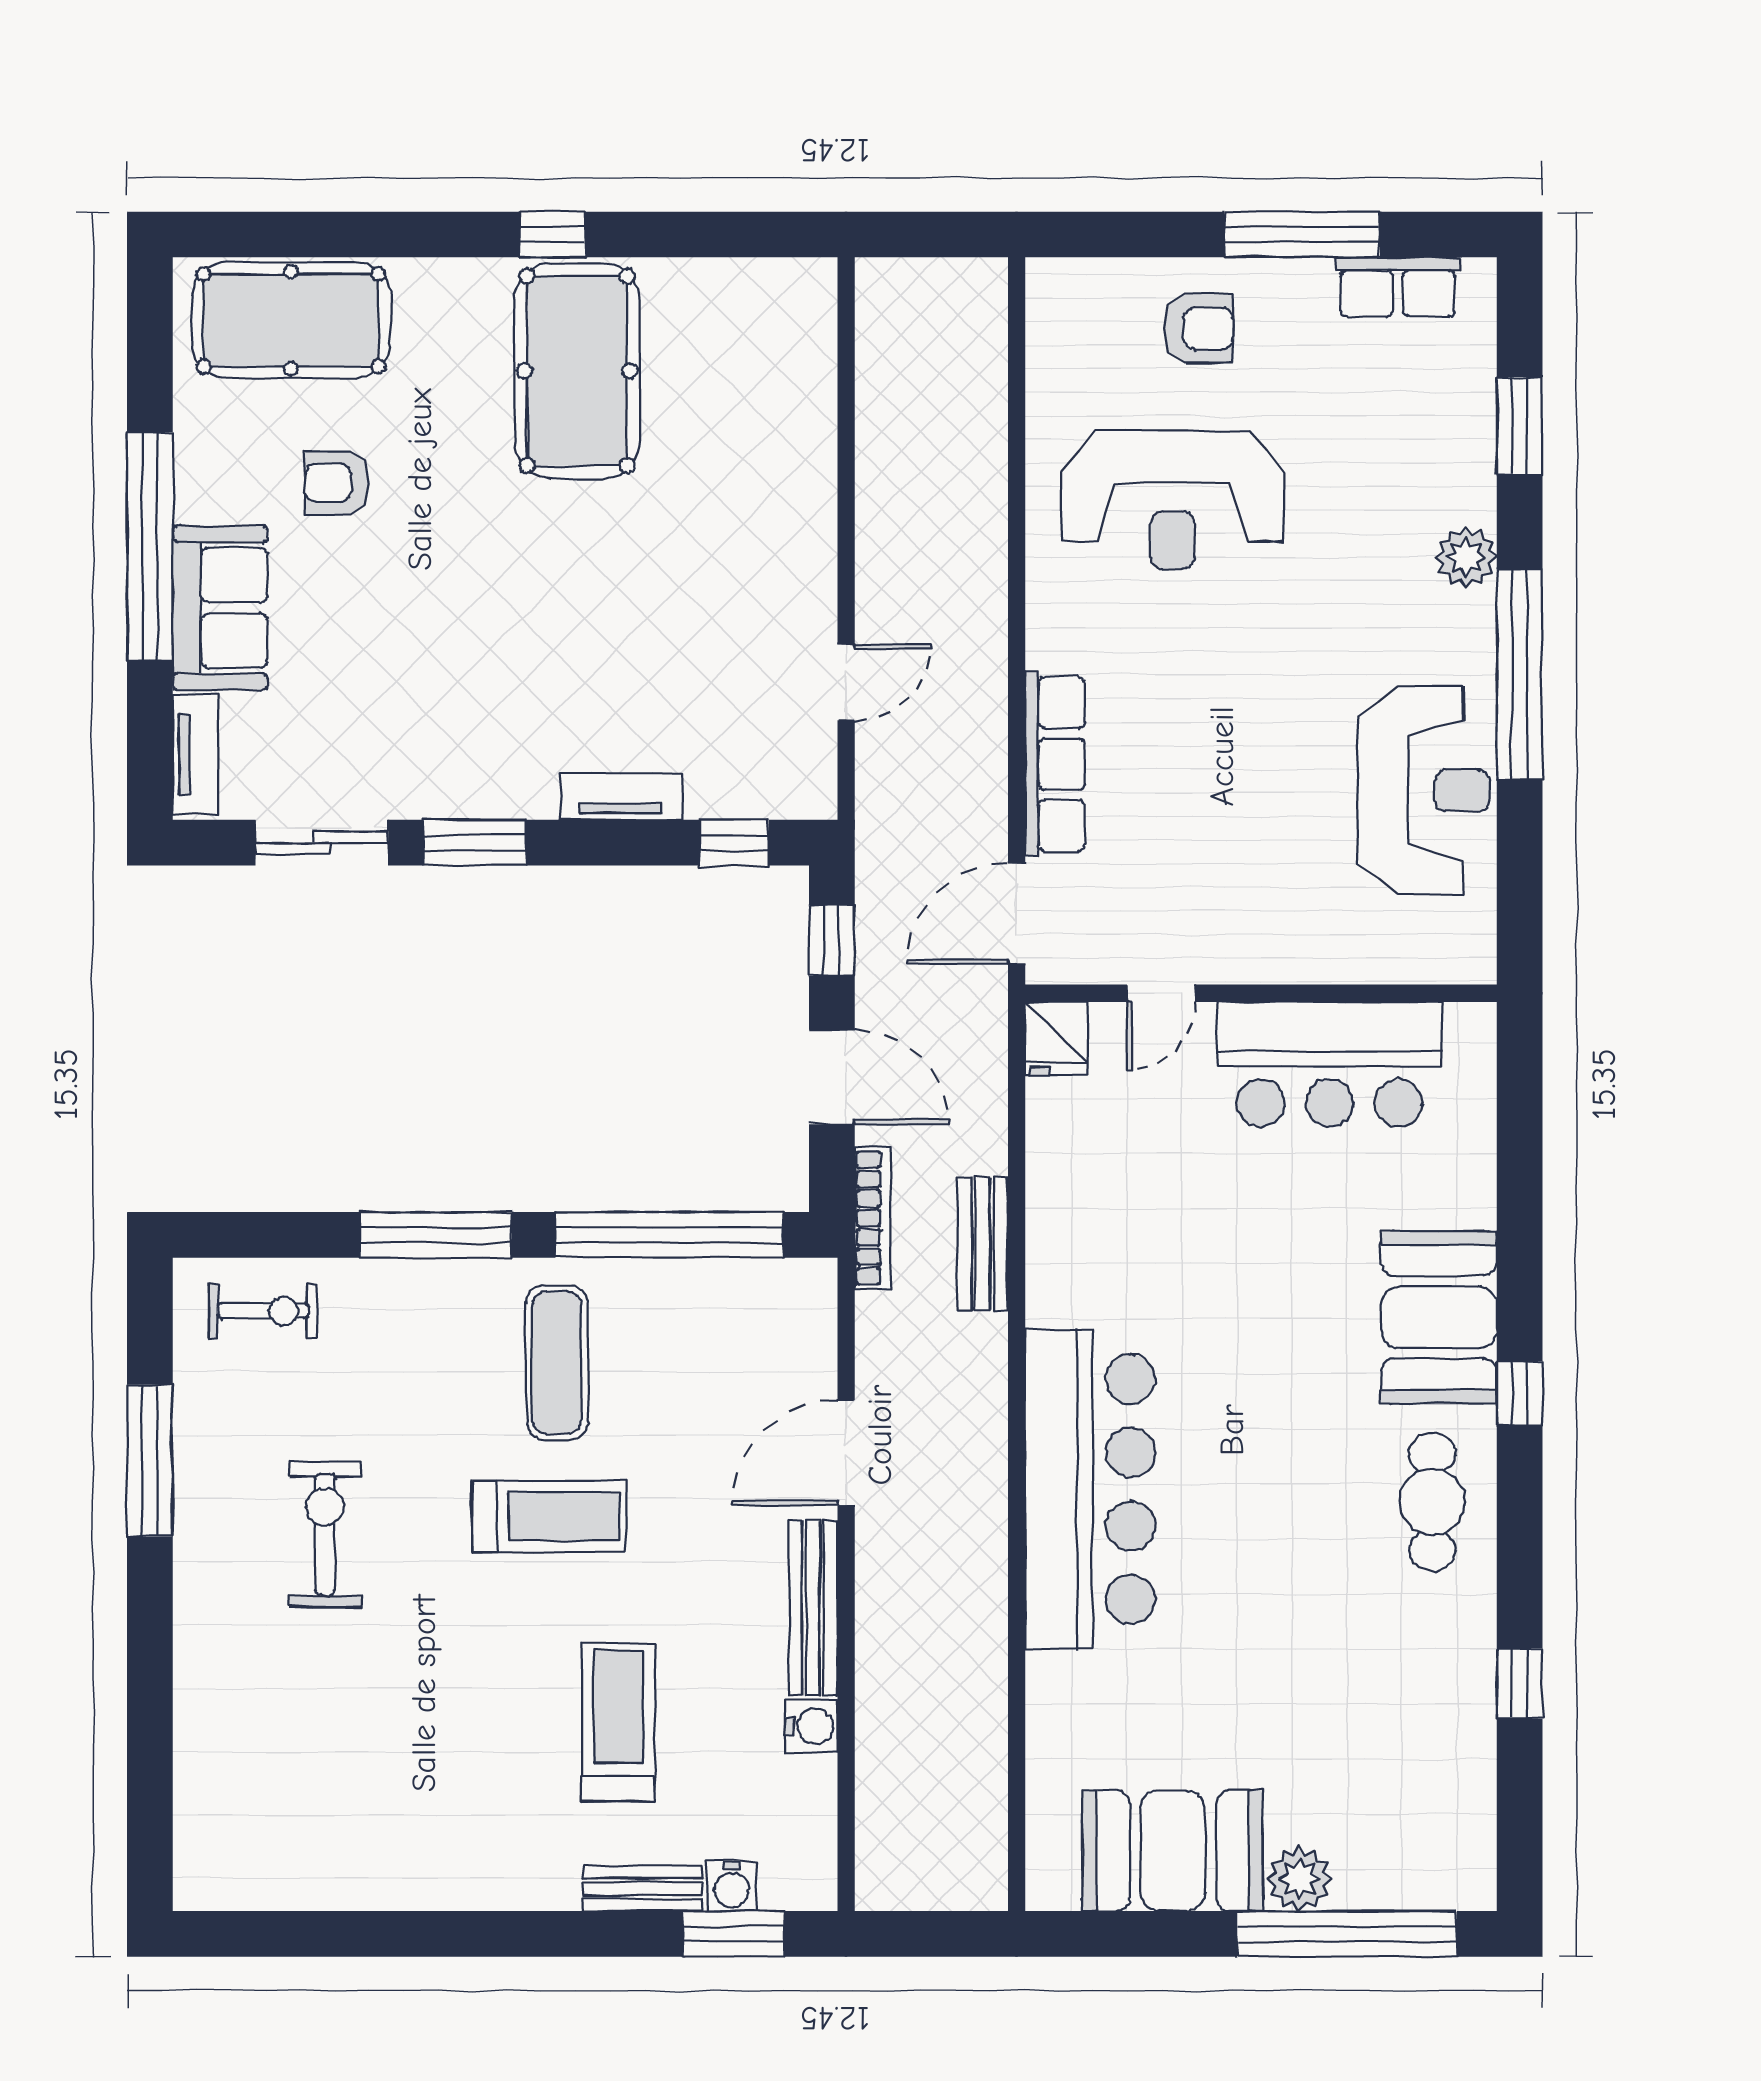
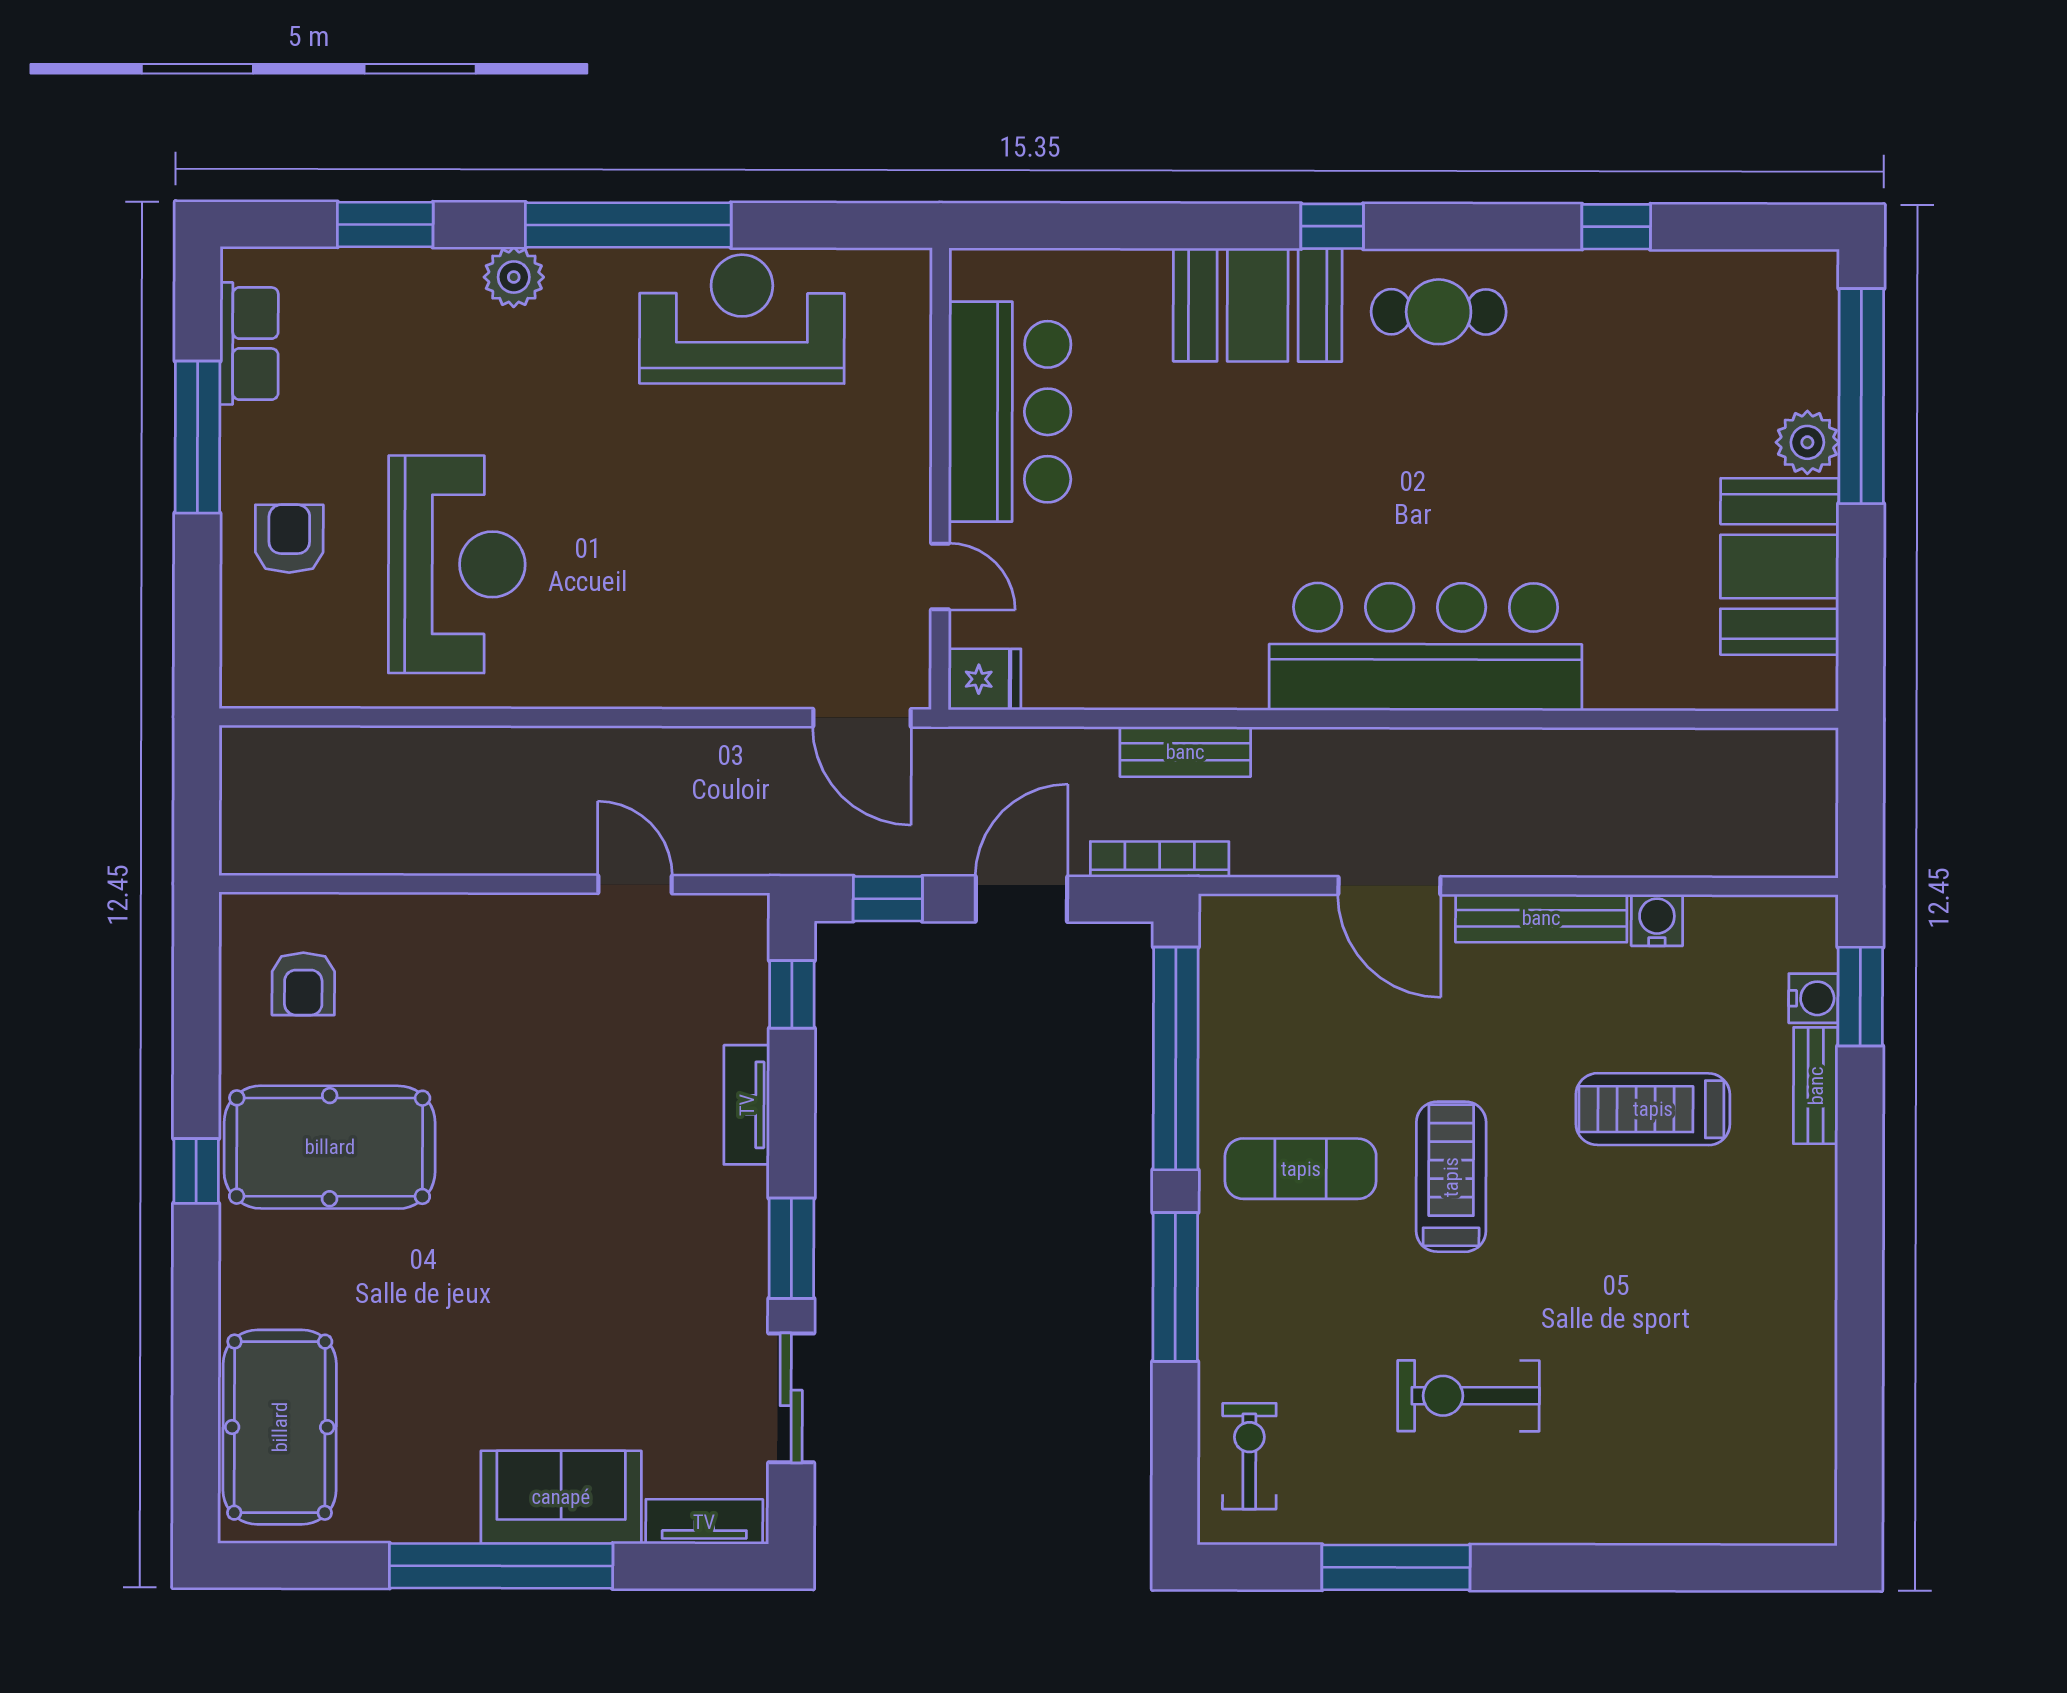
armchair: (337, 483) -> (303, 984), moved
row of seats: (1055, 764) -> (715, 680), removed

